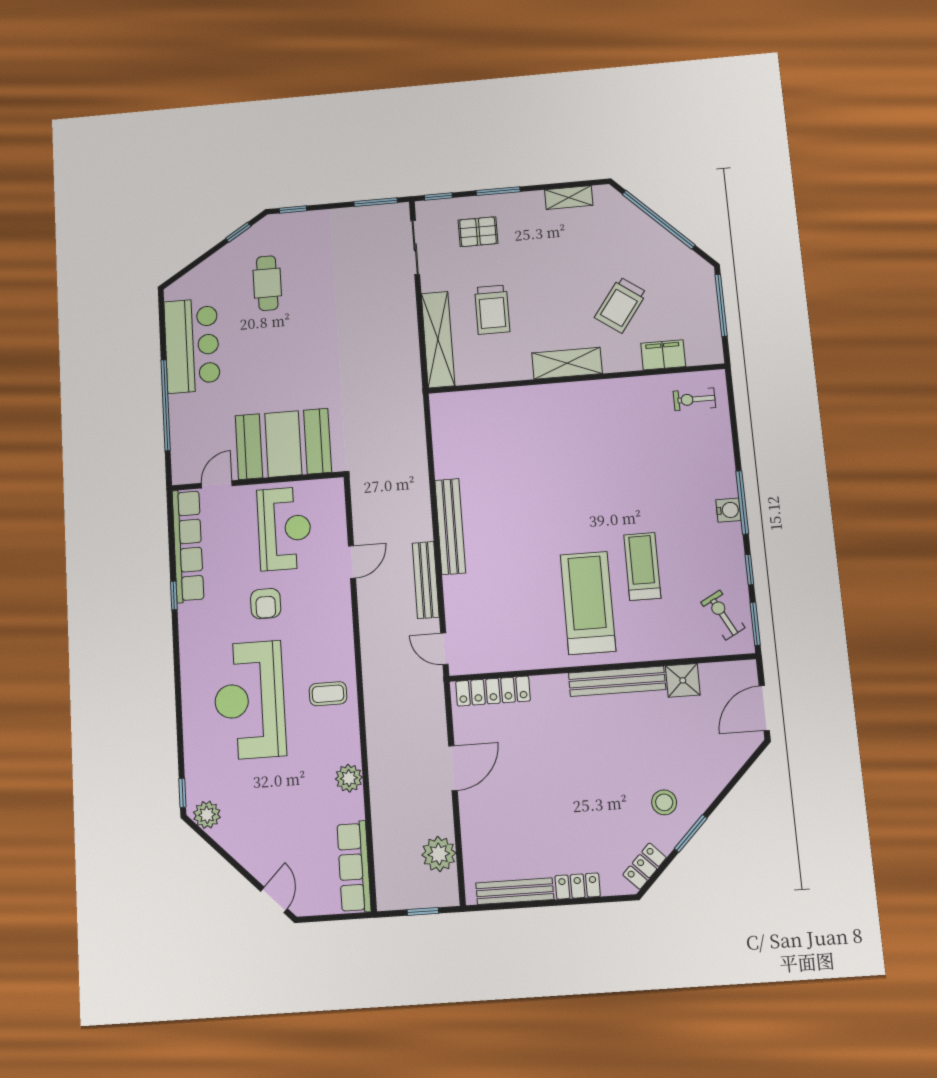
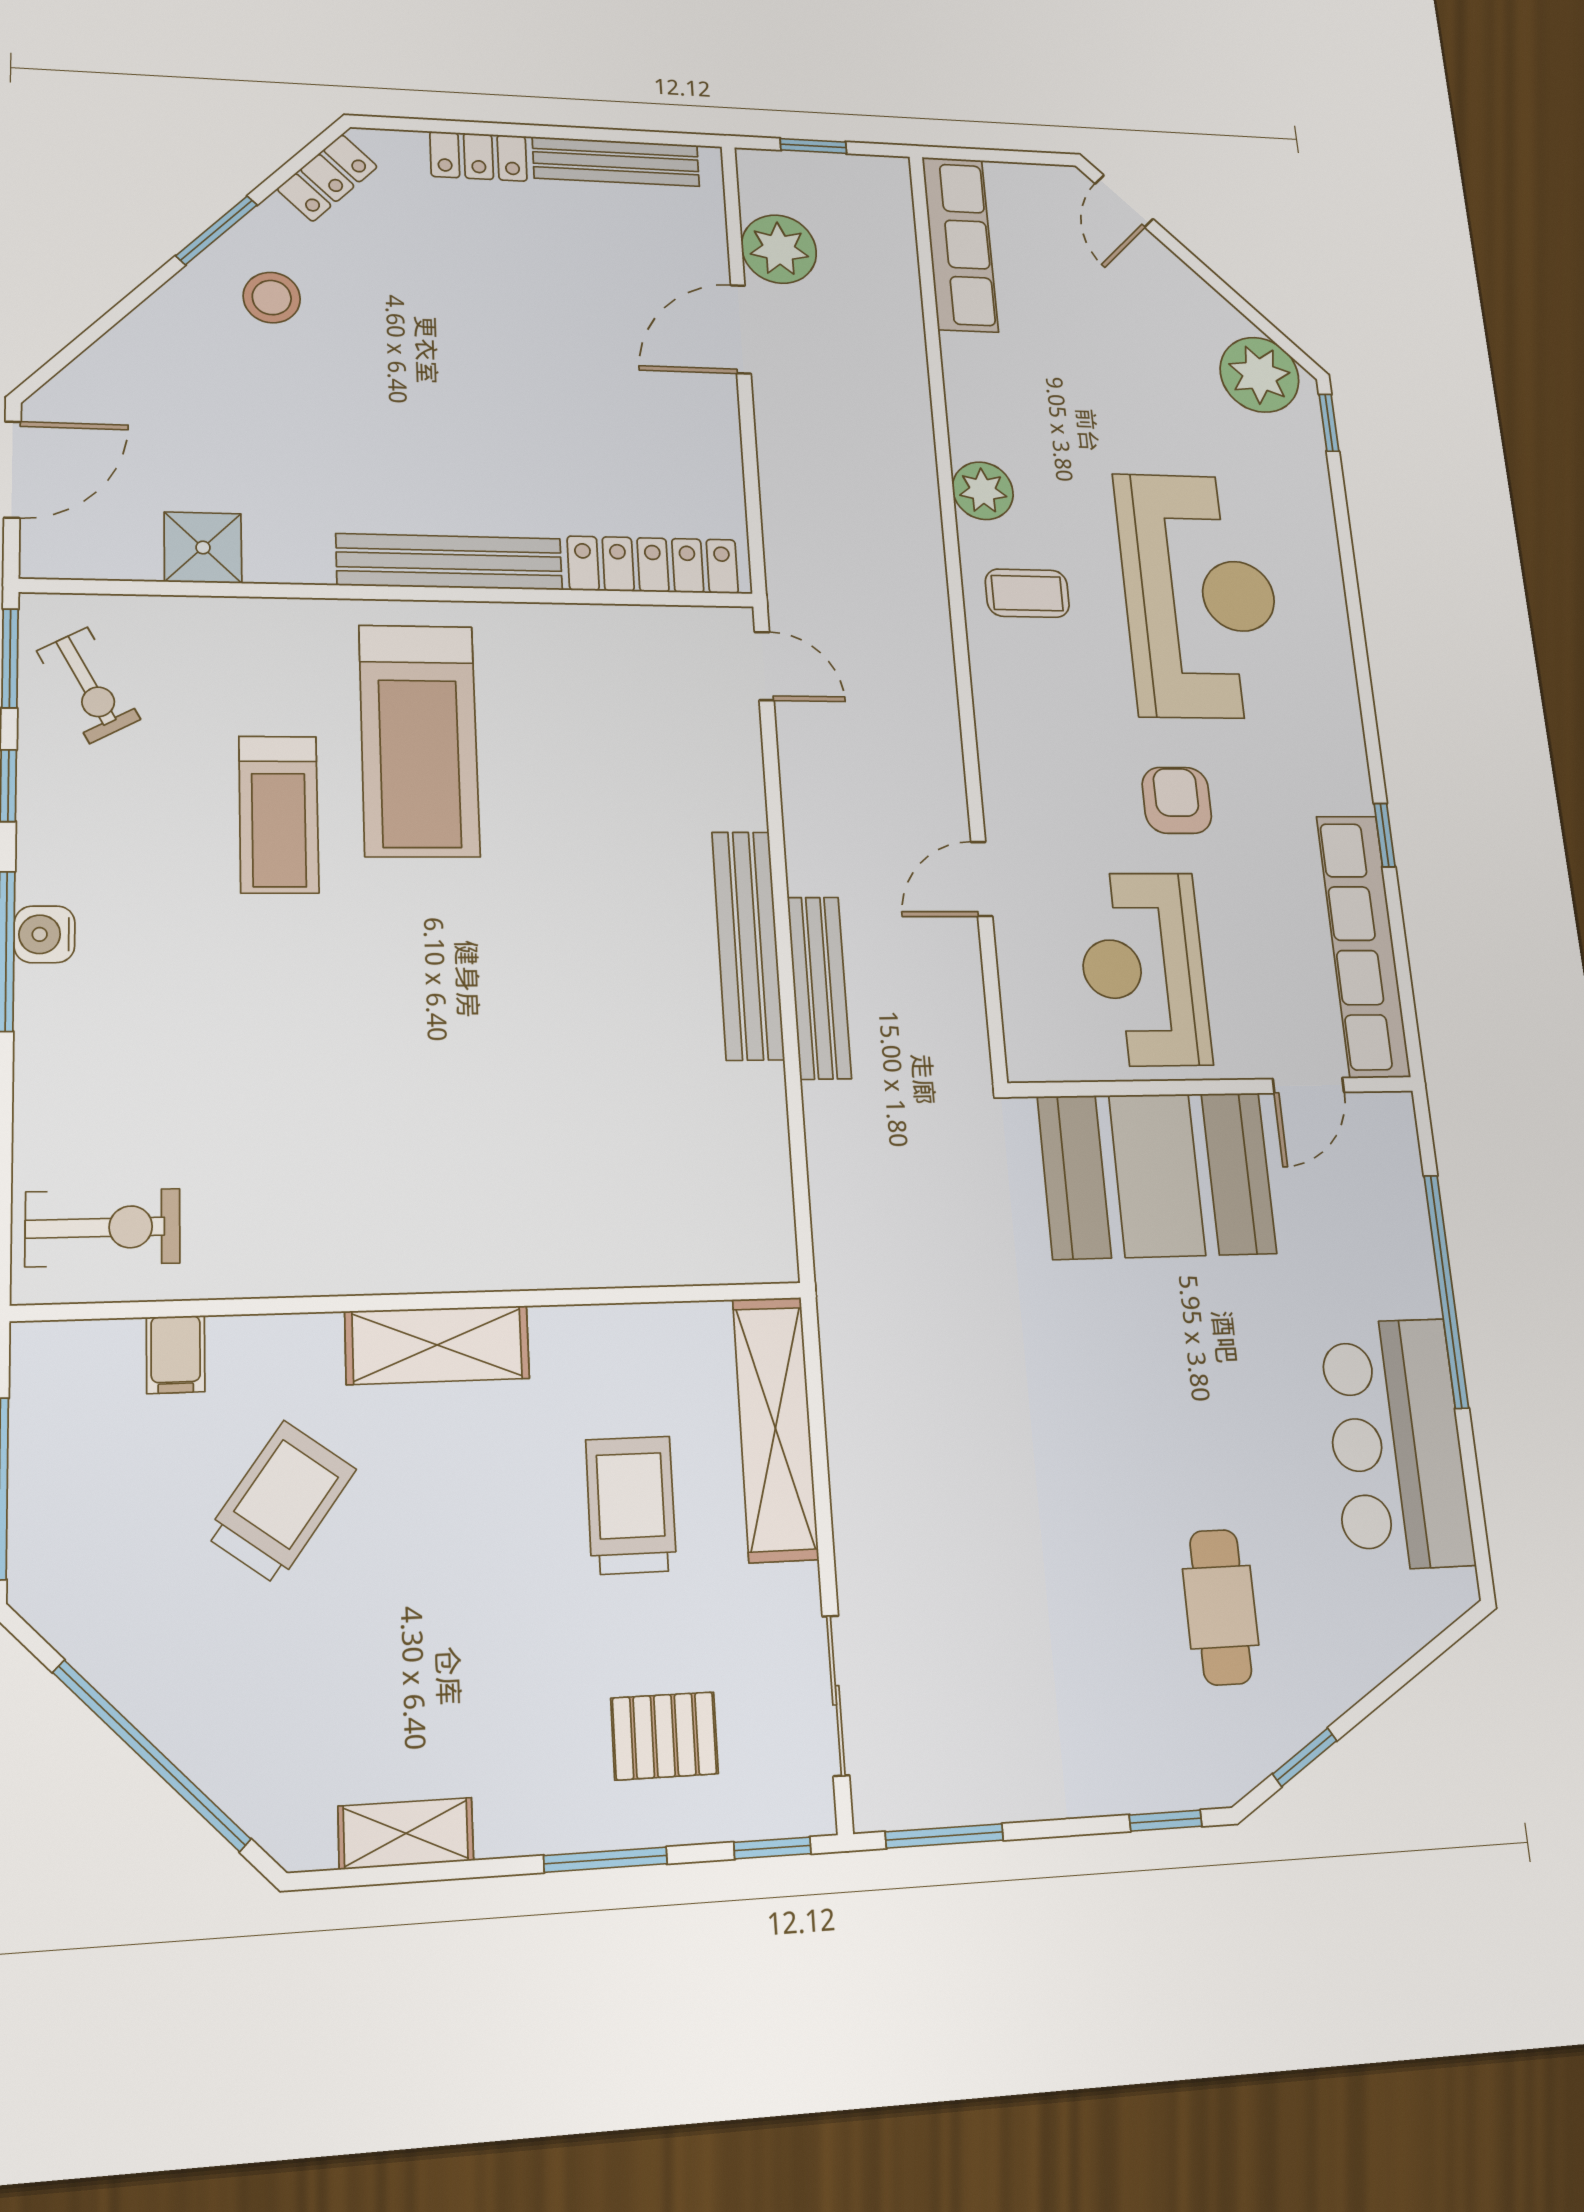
filing cabinet: (663, 355) -> (176, 1354), width x0.50
exercise bike: (694, 399) -> (103, 1228), width x1.38, depth x1.39
bench: (426, 580) -> (819, 987), moved
bench: (617, 681) -> (450, 562), moved
door: (453, 768) -> (741, 329), moved
plant: (349, 778) -> (983, 491), moved
plant: (207, 815) -> (1259, 375), width x1.36, depth x1.36

